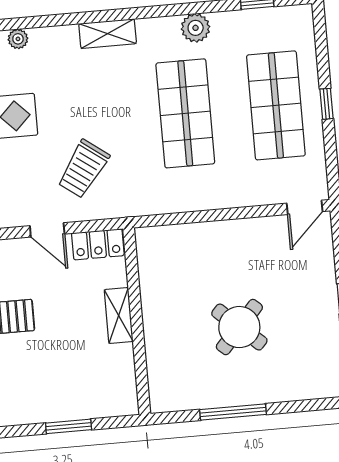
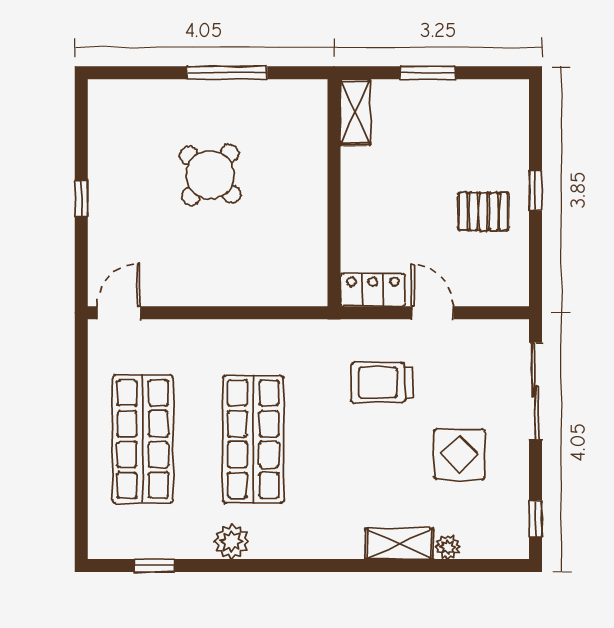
shelving: (108, 34) -> (399, 544), moved
window: (327, 104) -> (81, 436), removed
trolley: (83, 169) -> (382, 383), turned -126
shelving: (119, 316) -> (355, 112), moved

